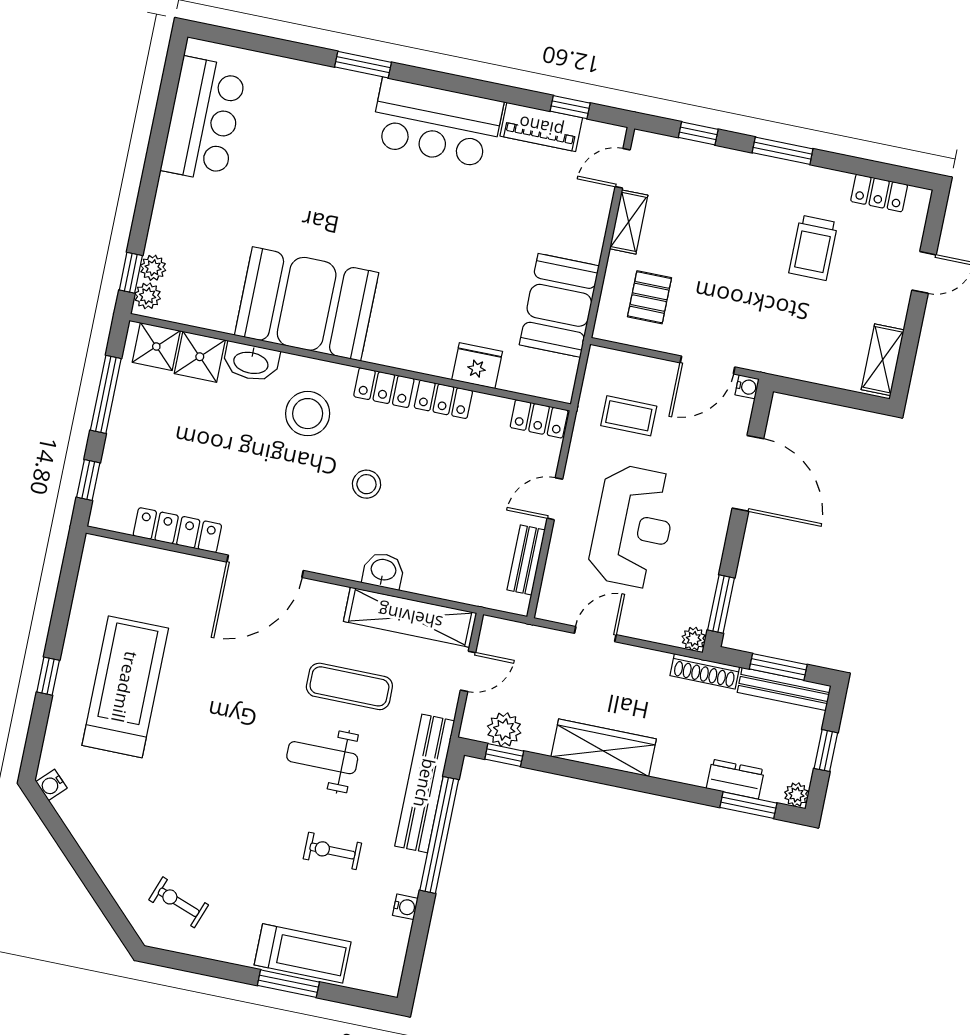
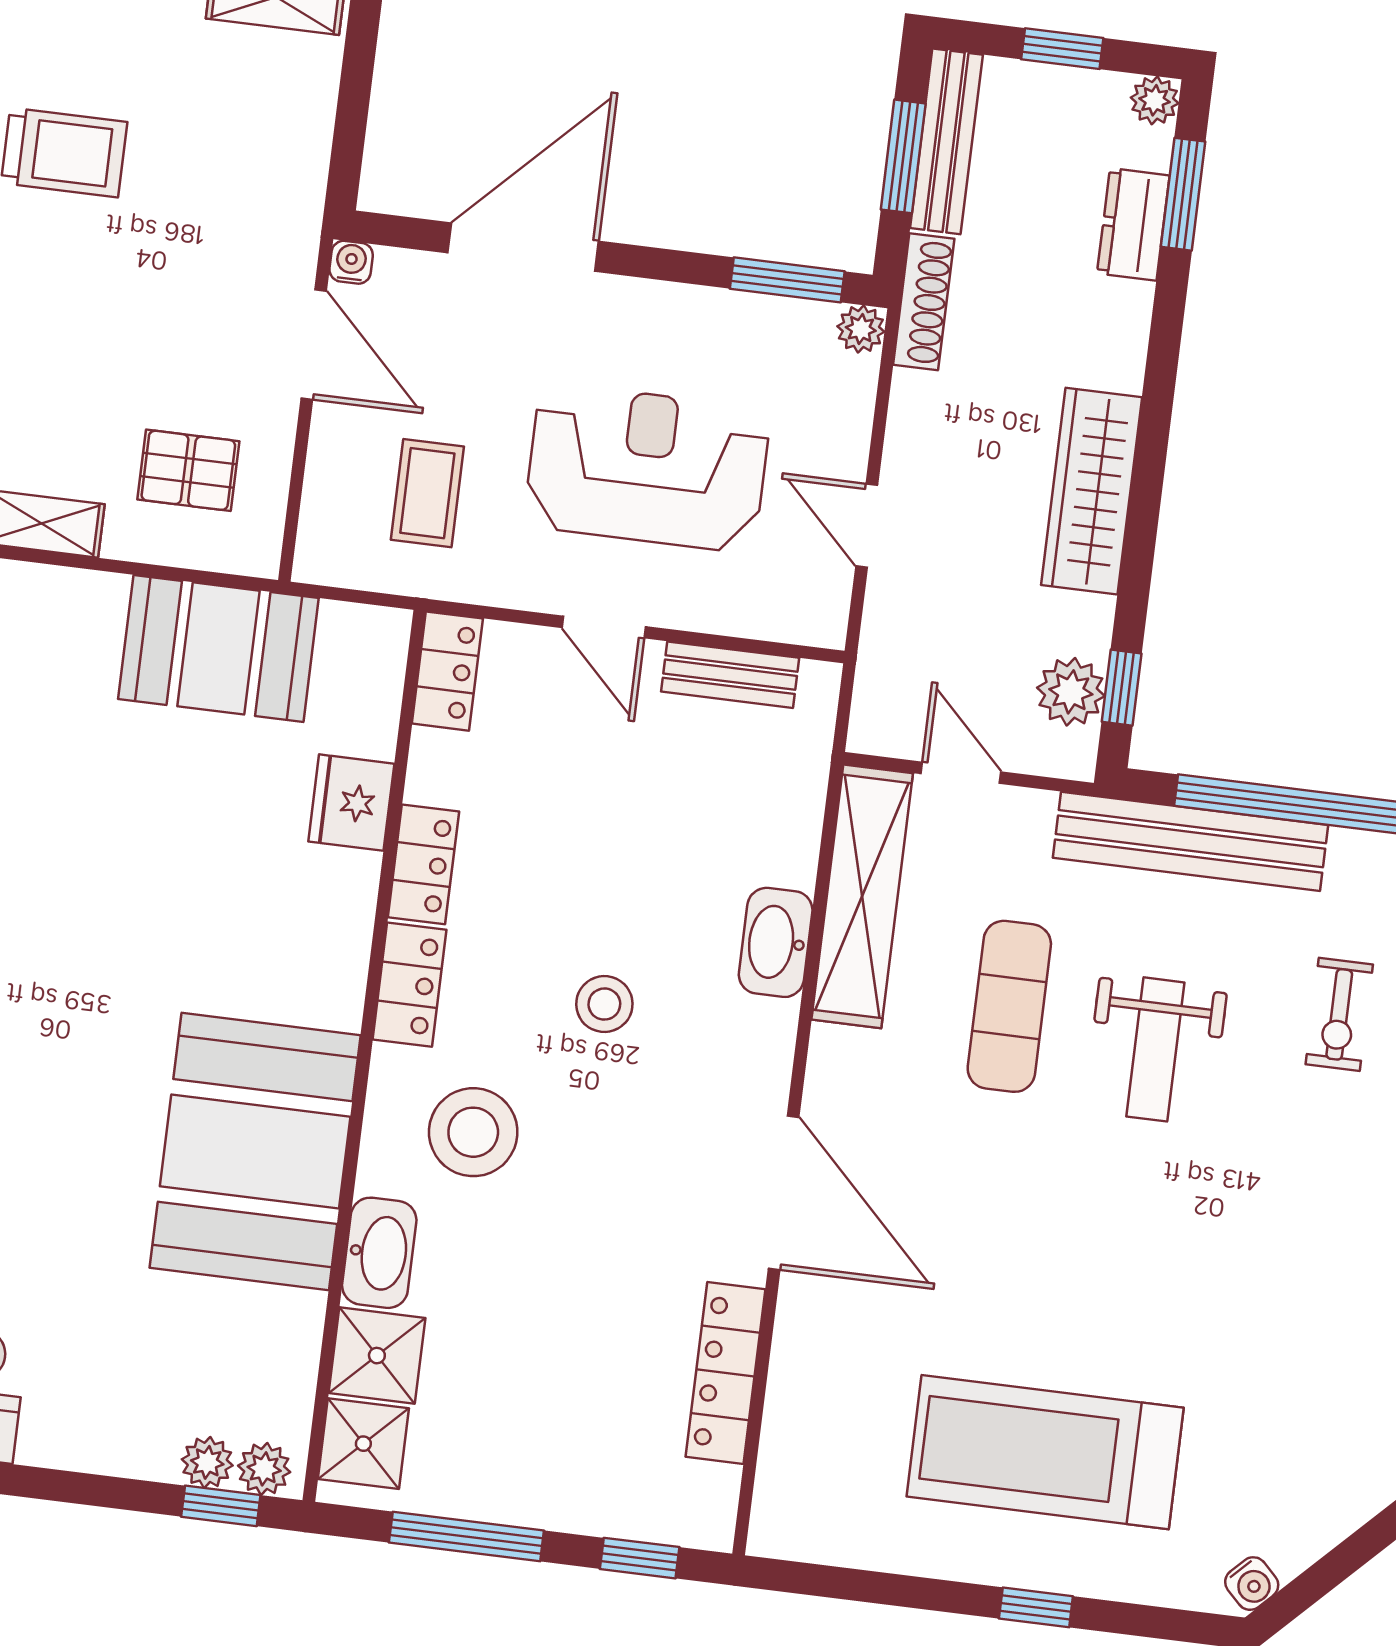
washbasin: (383, 571) -> (776, 942), width x1.38

